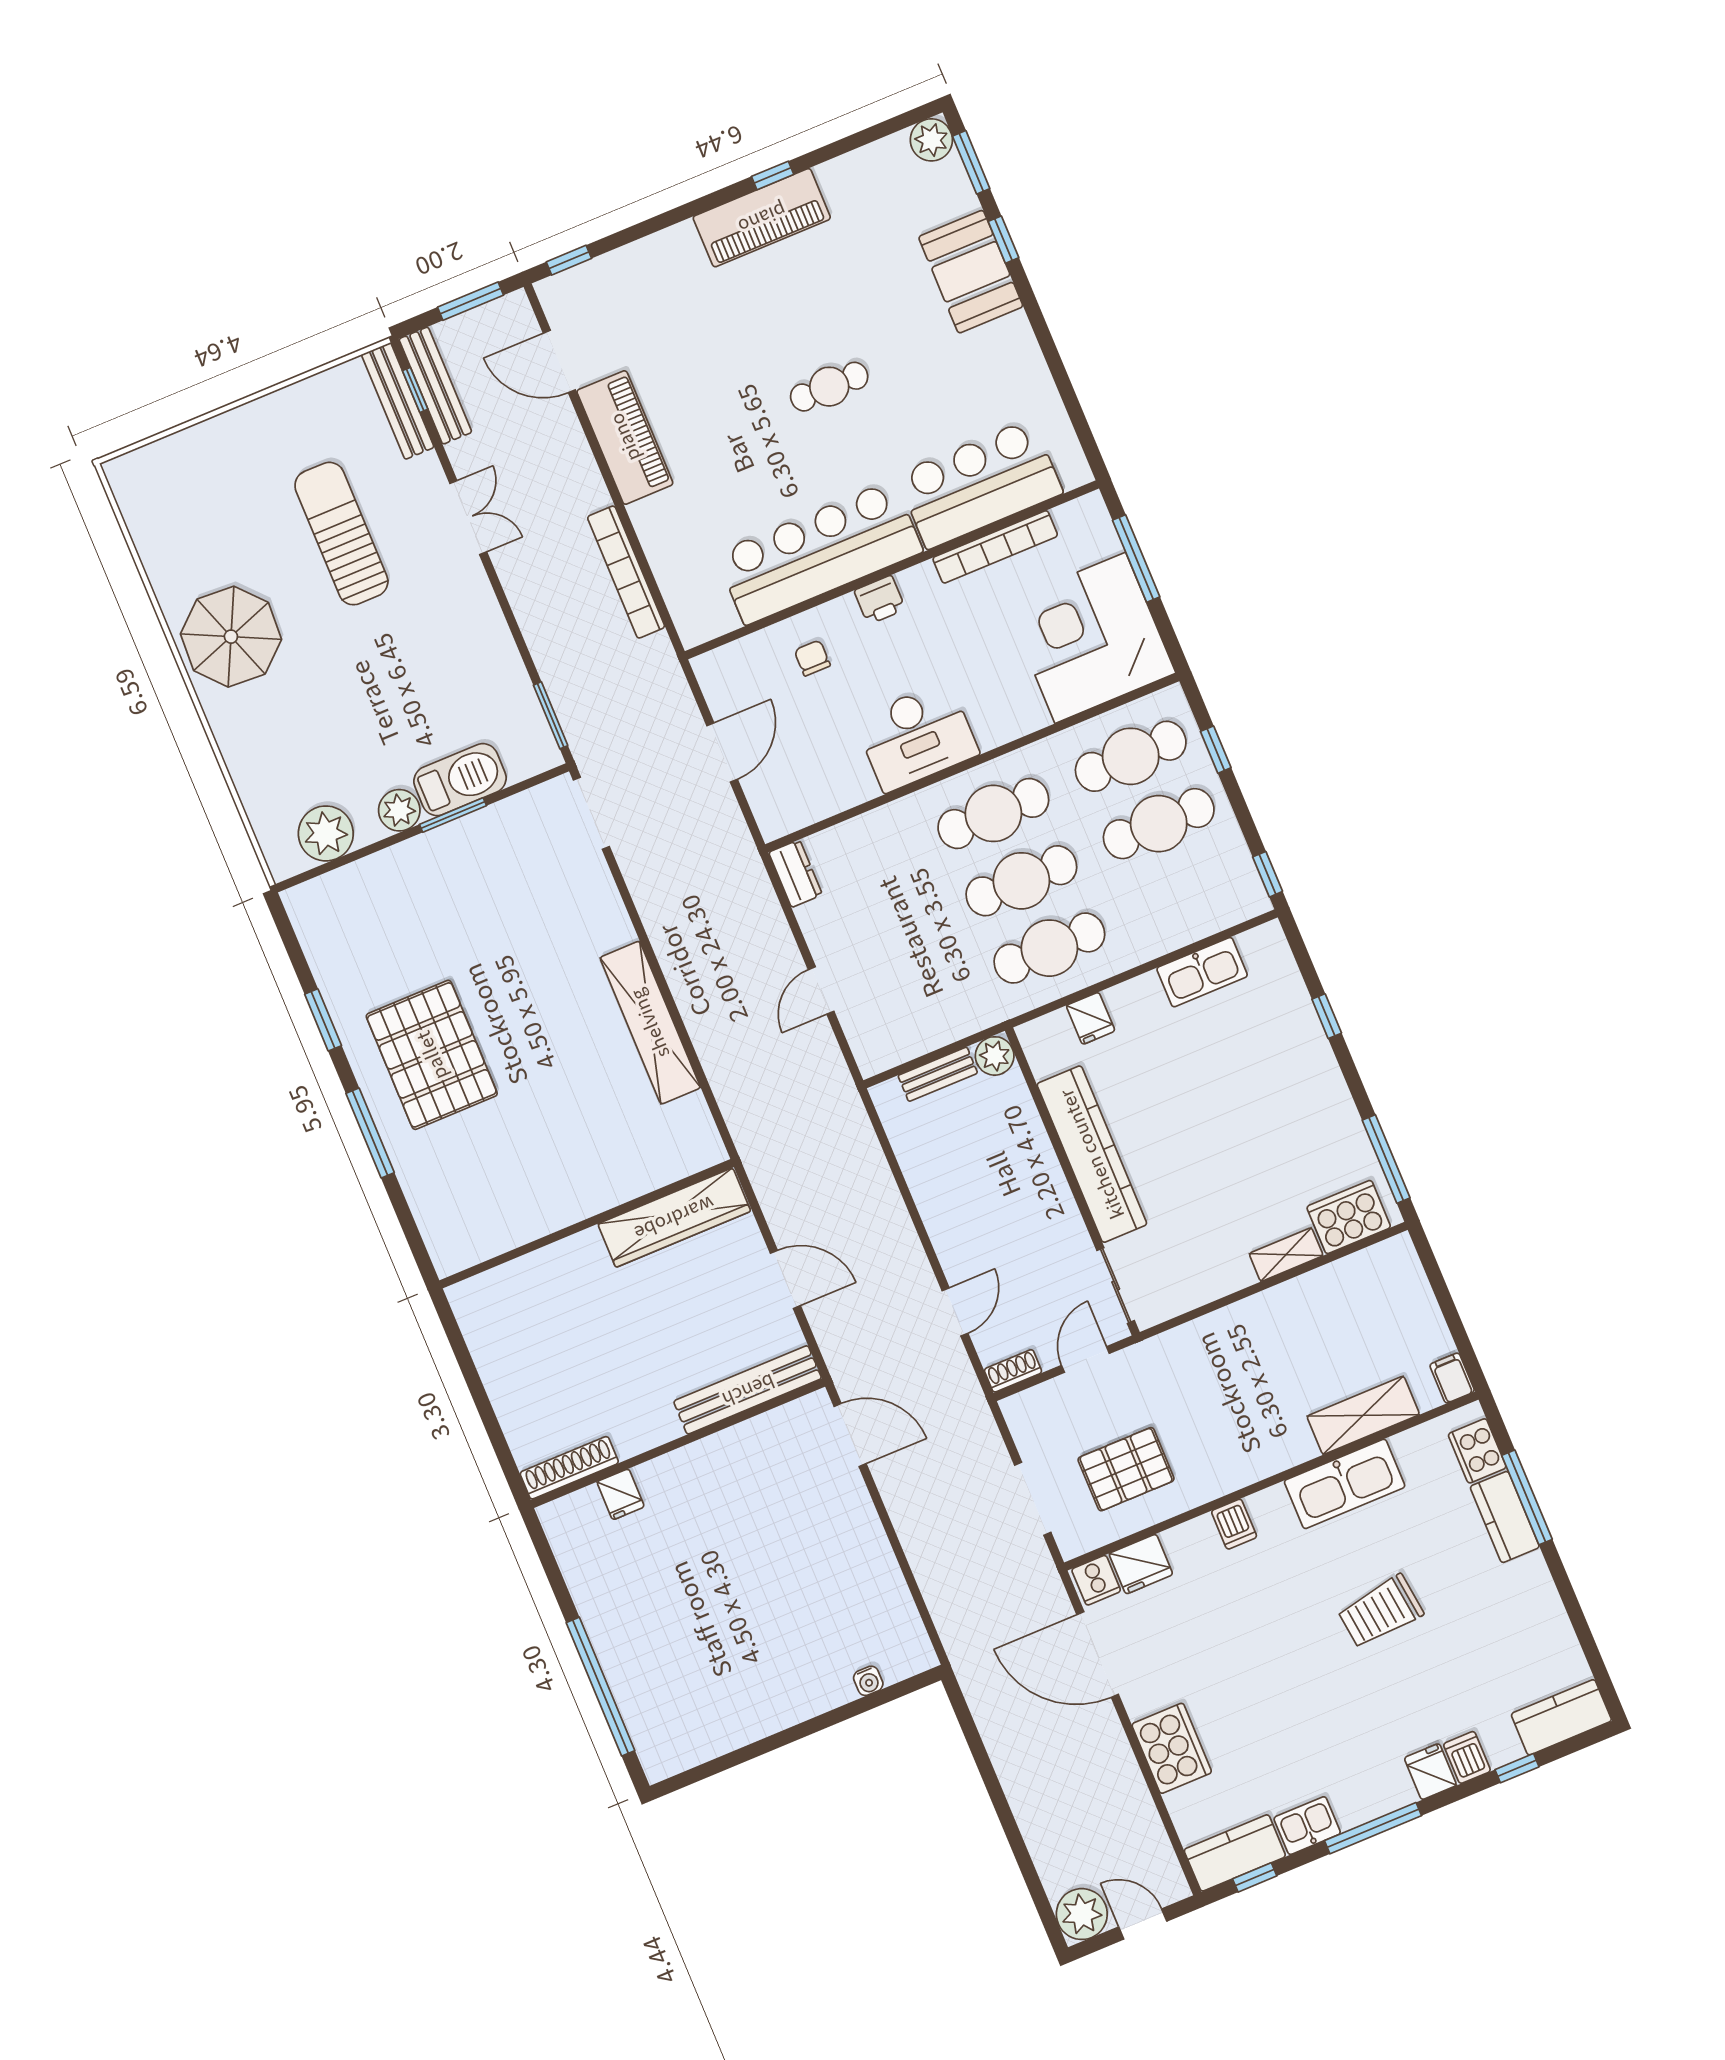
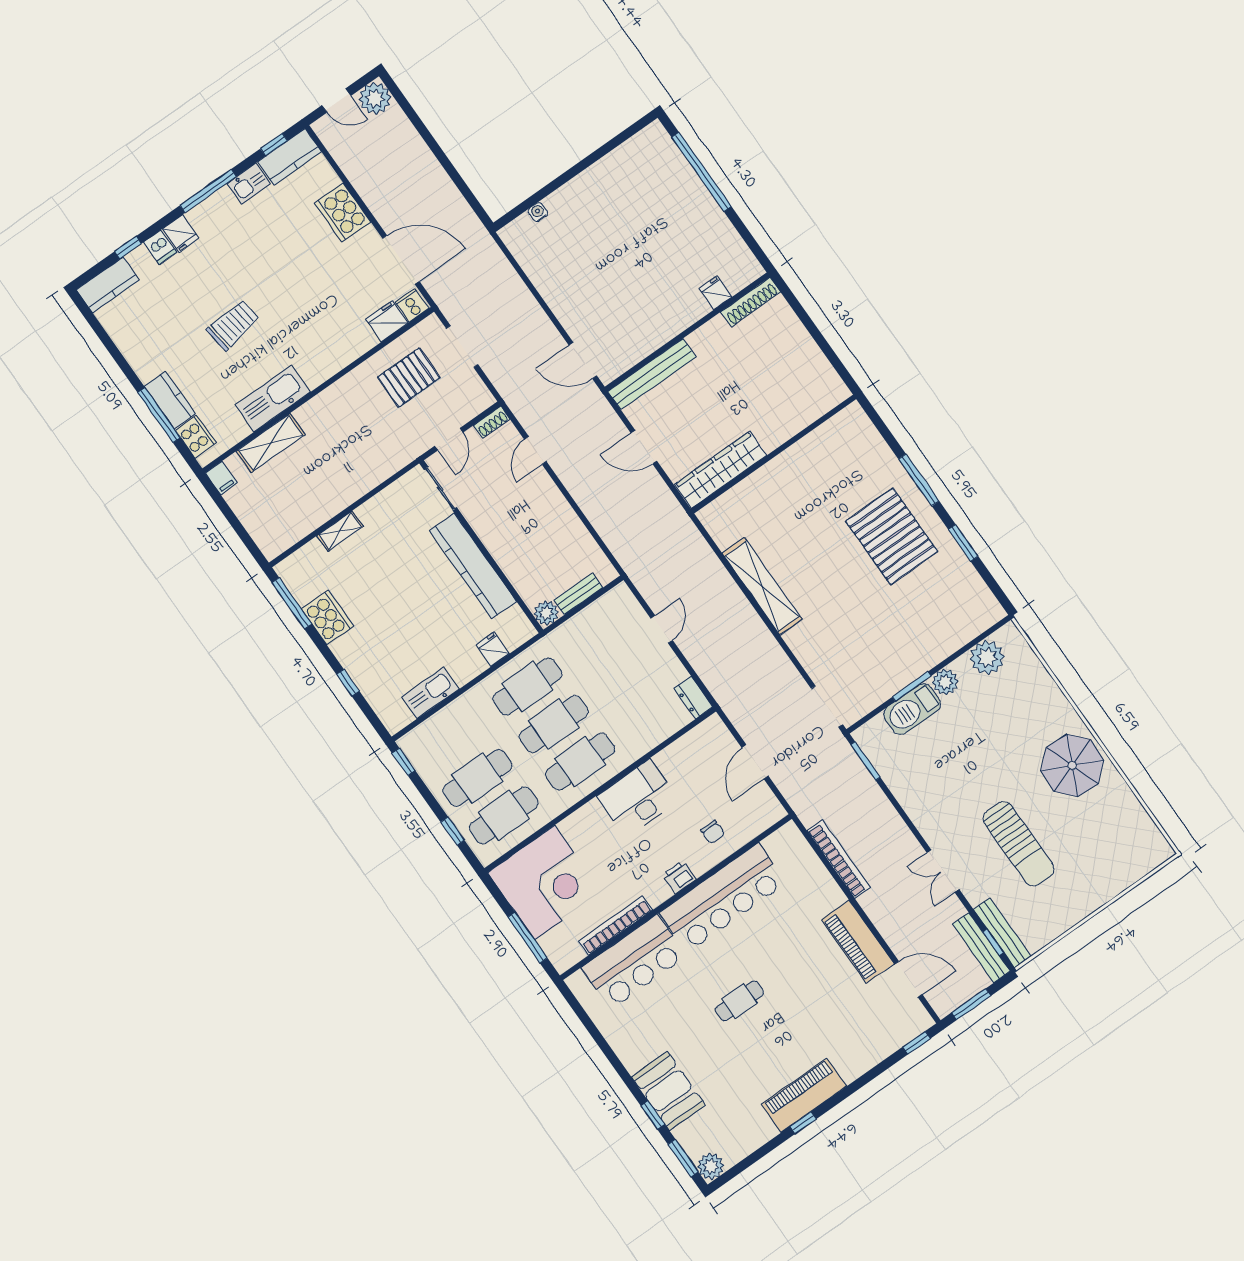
cooker: (1349, 1217) -> (327, 618), moved, turned -90
dishwasher: (1234, 1524) -> (335, 358), removed

